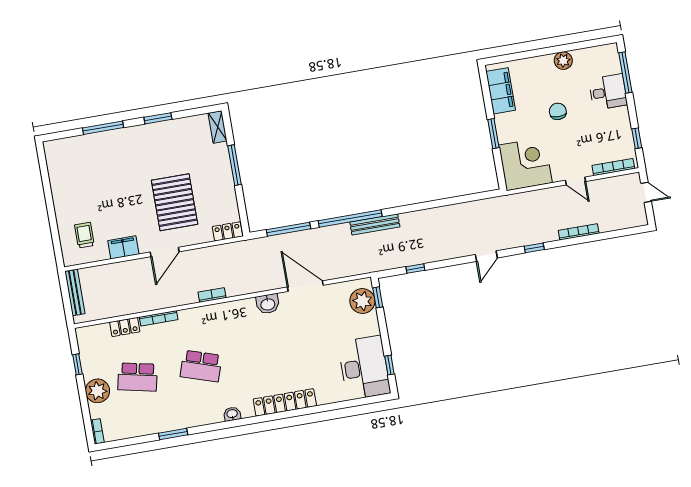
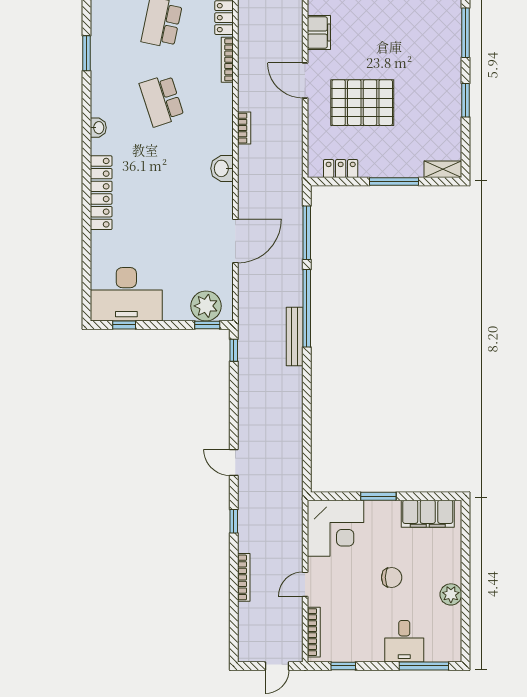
locker: (227, 231) -> (341, 169), moved, turned -90
window: (415, 268) -> (234, 350), moved
washbasin: (268, 304) -> (222, 168), moved
school desk: (201, 366) -> (162, 100), turned -36

